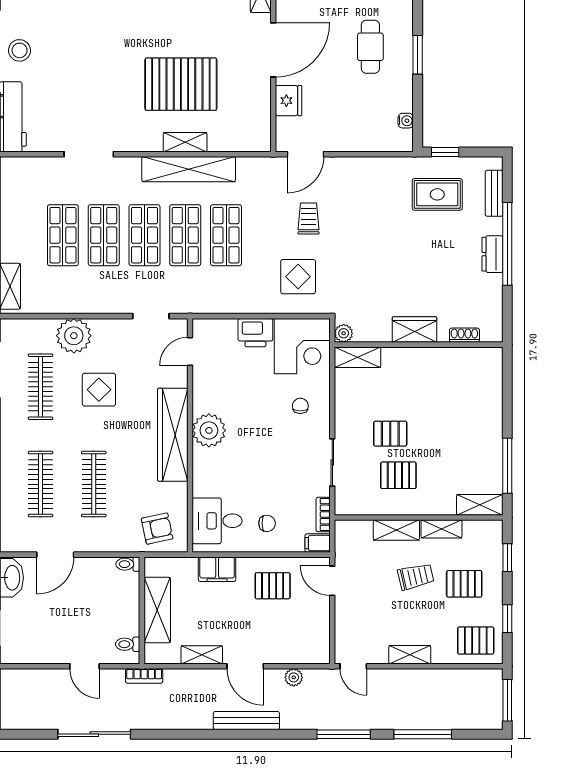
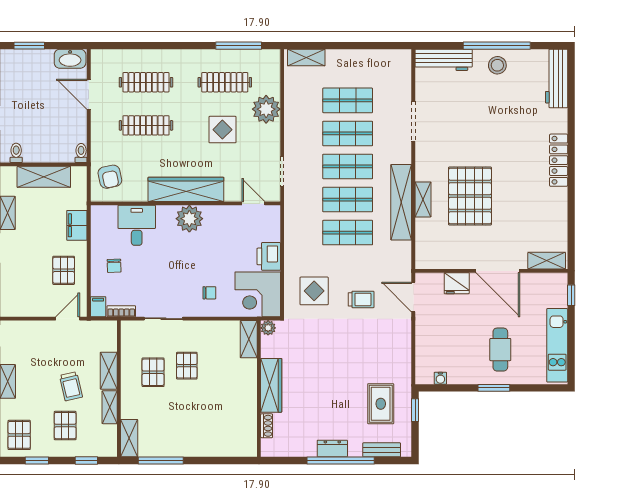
cafe table: (370, 47) -> (500, 350), turned 90
wardrobe: (415, 330) -> (271, 385), width x1.50
desk: (217, 521) -> (137, 225), moved

